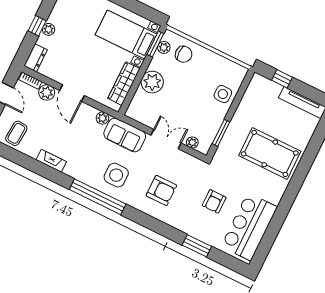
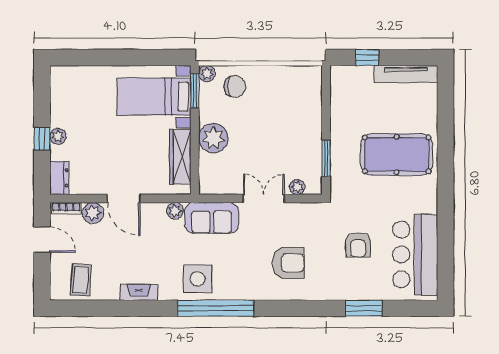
plant: (164, 47) -> (207, 74), moved
side table: (223, 94) -> (305, 111), removed
side table: (116, 175) -> (197, 279), moved

